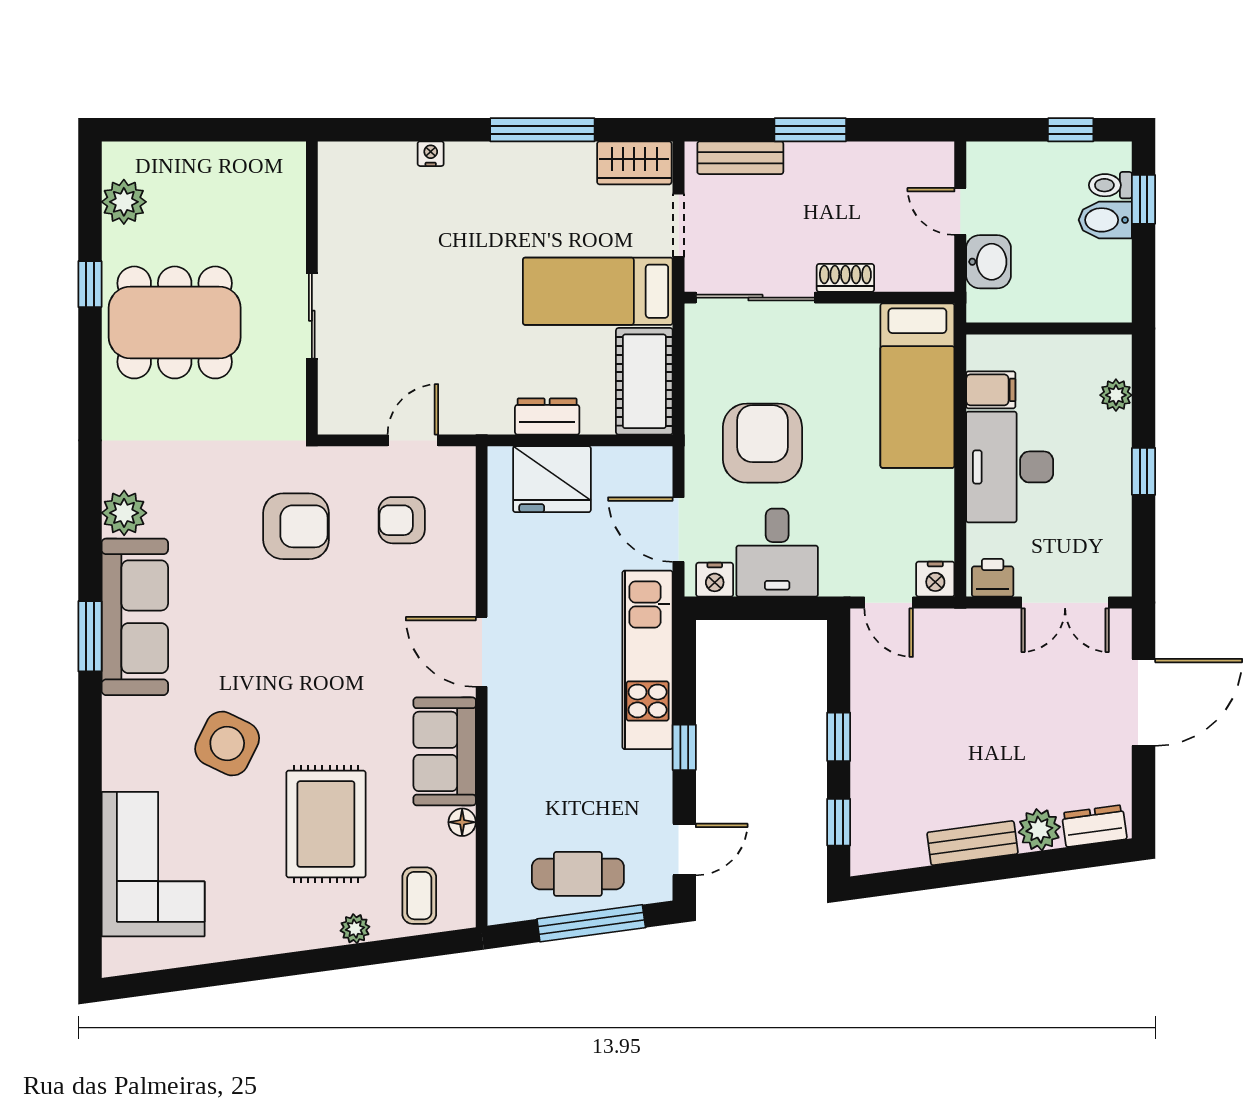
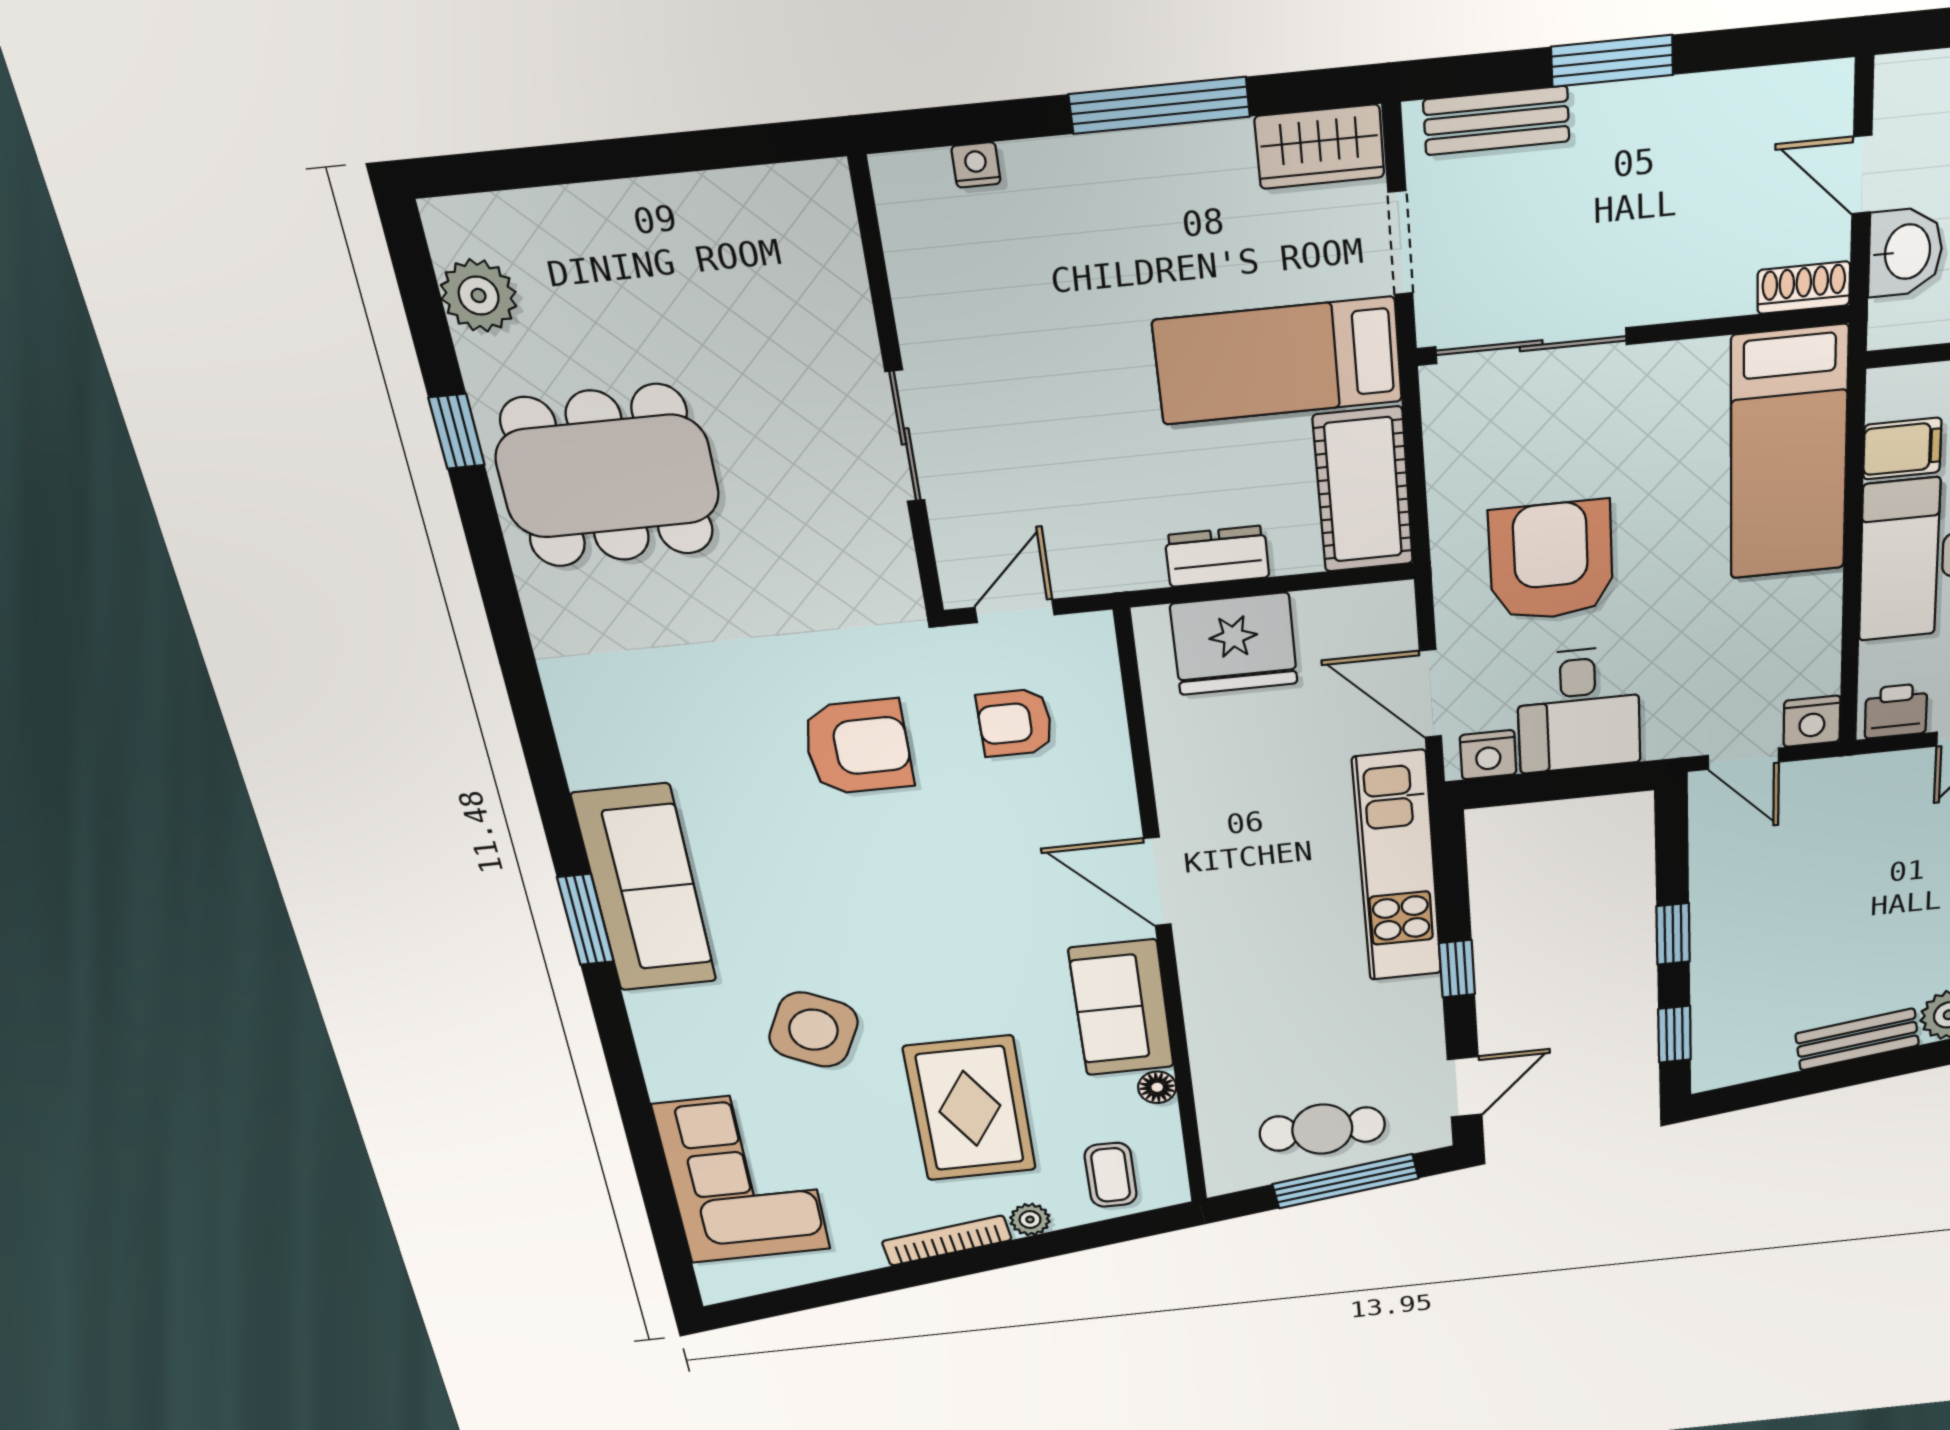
shoe rack: (845, 278) -> (1804, 288), moved
wall: (312, 288) -> (898, 394), moved
sliding door: (312, 316) -> (905, 436), moved
plant: (124, 513) -> (595, 755), removed
bookcase: (291, 940) -> (947, 1241), added

